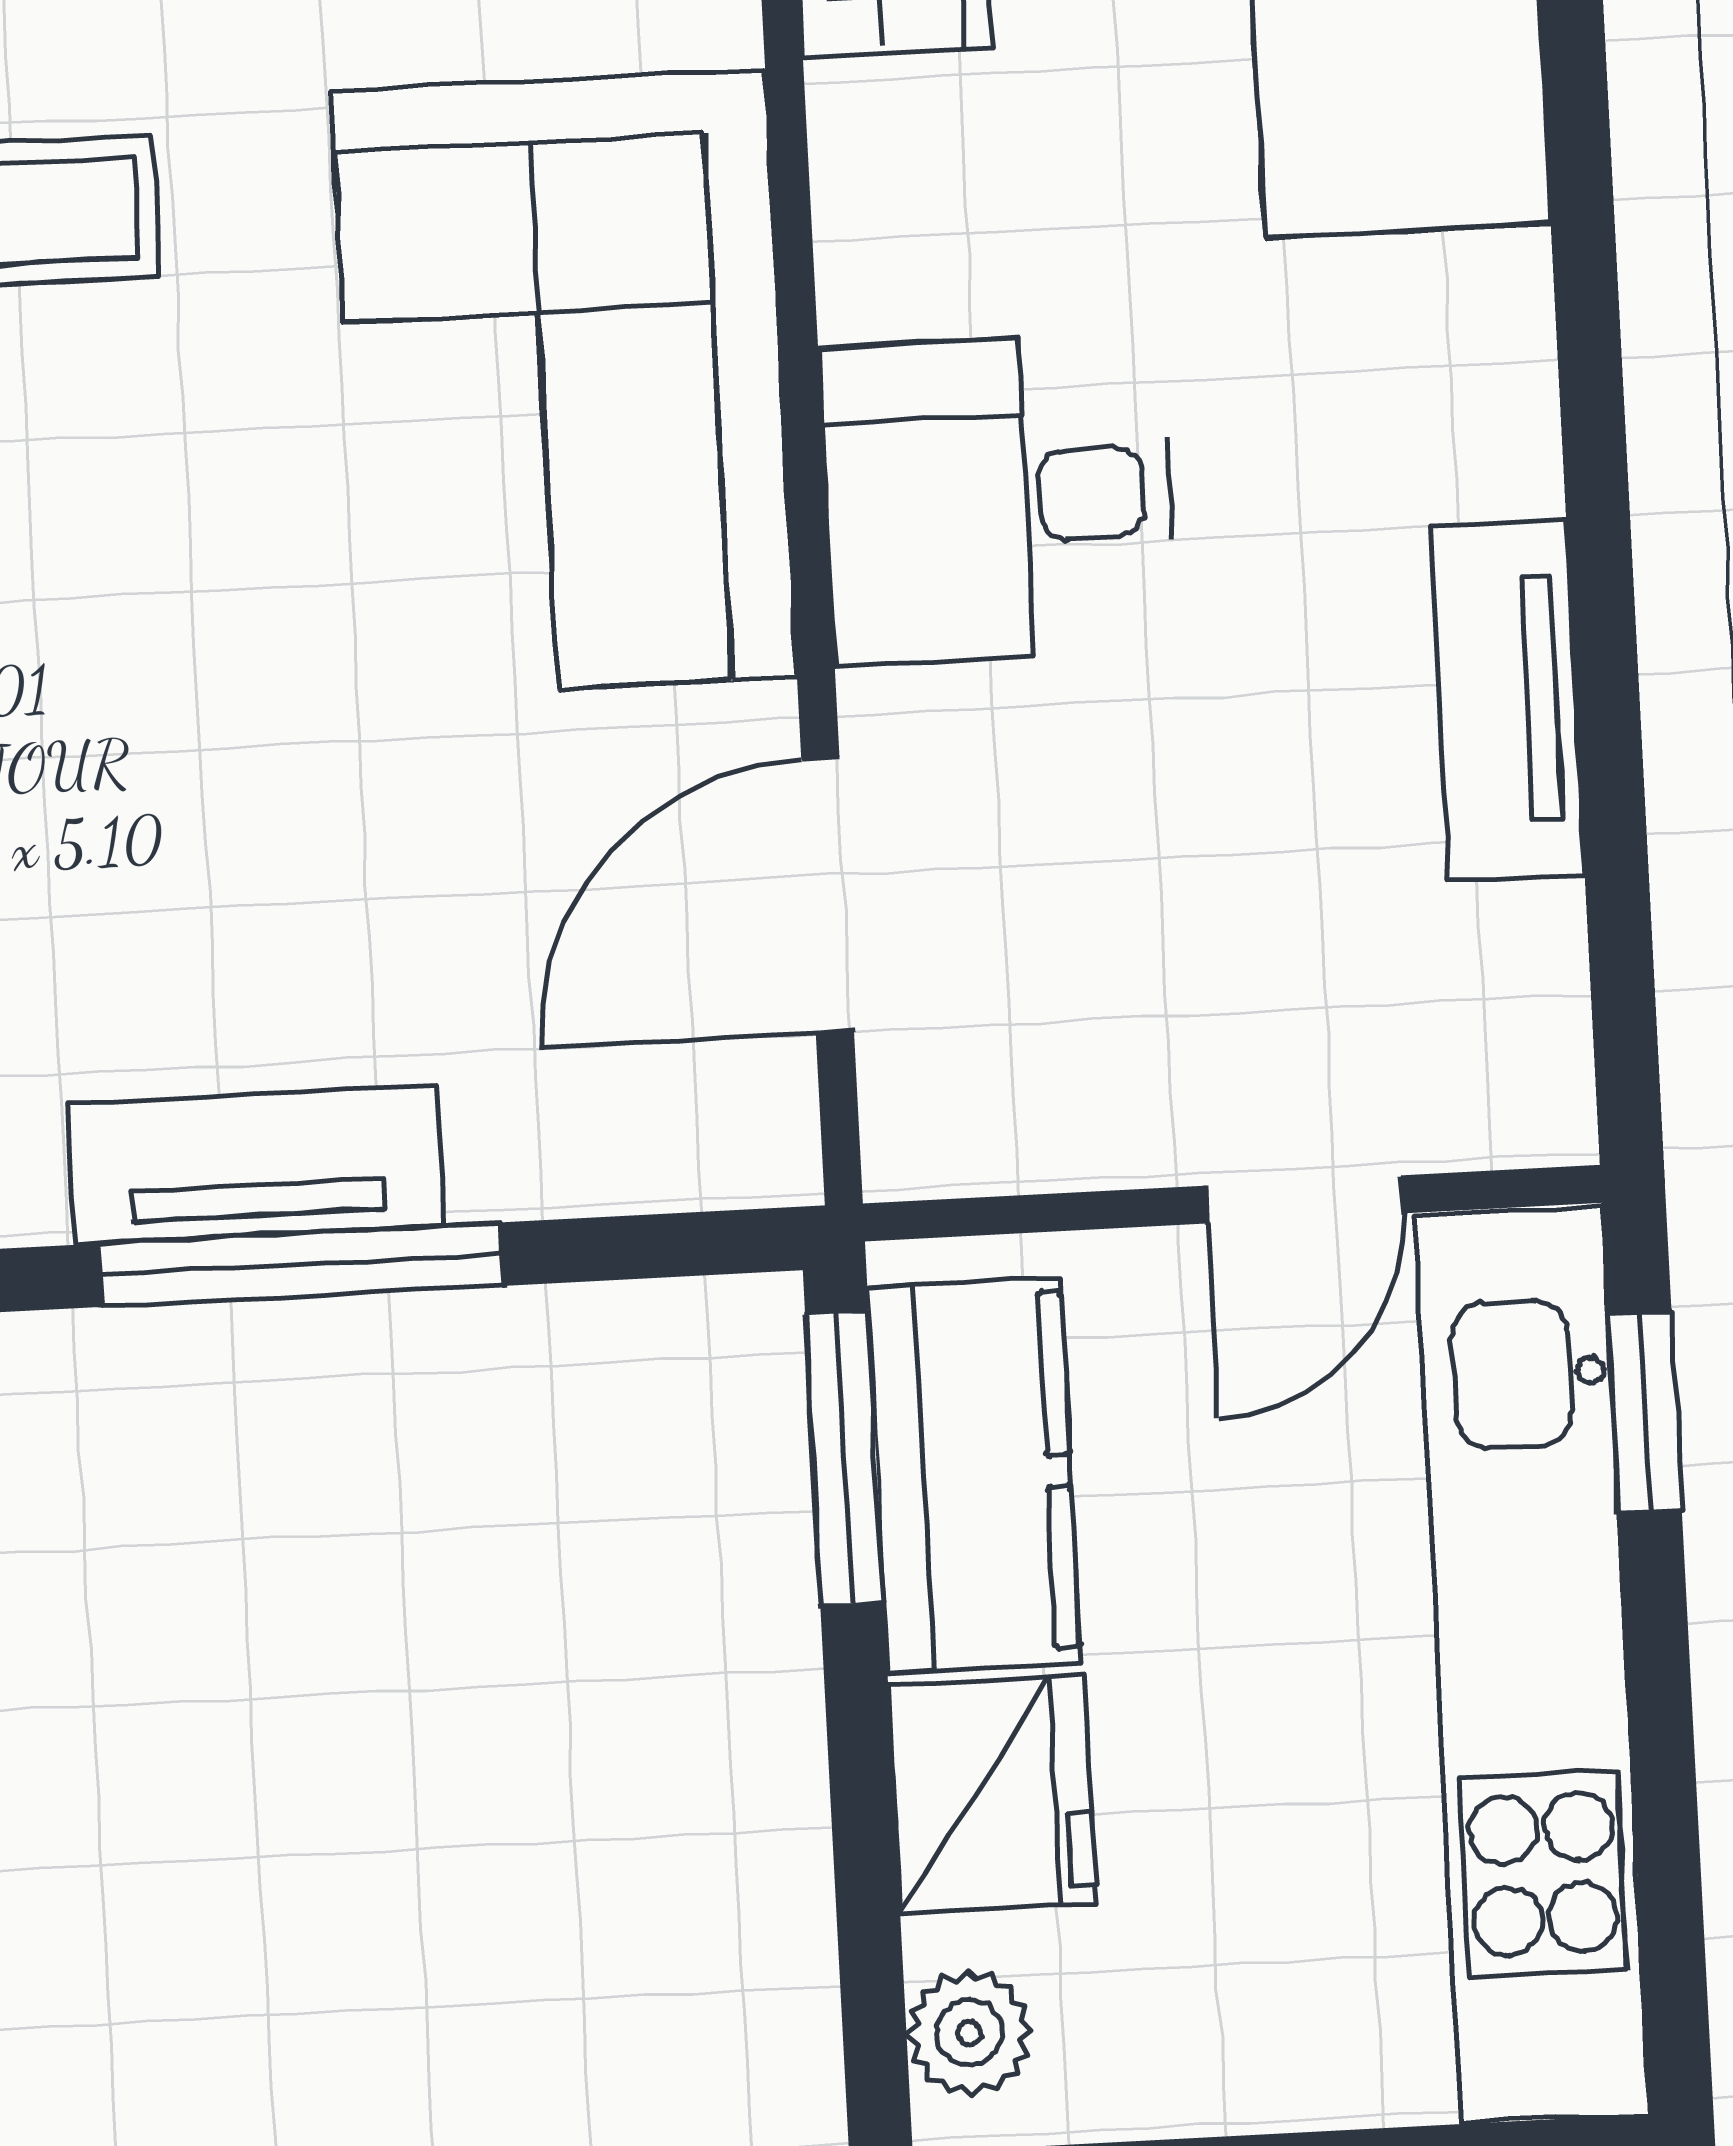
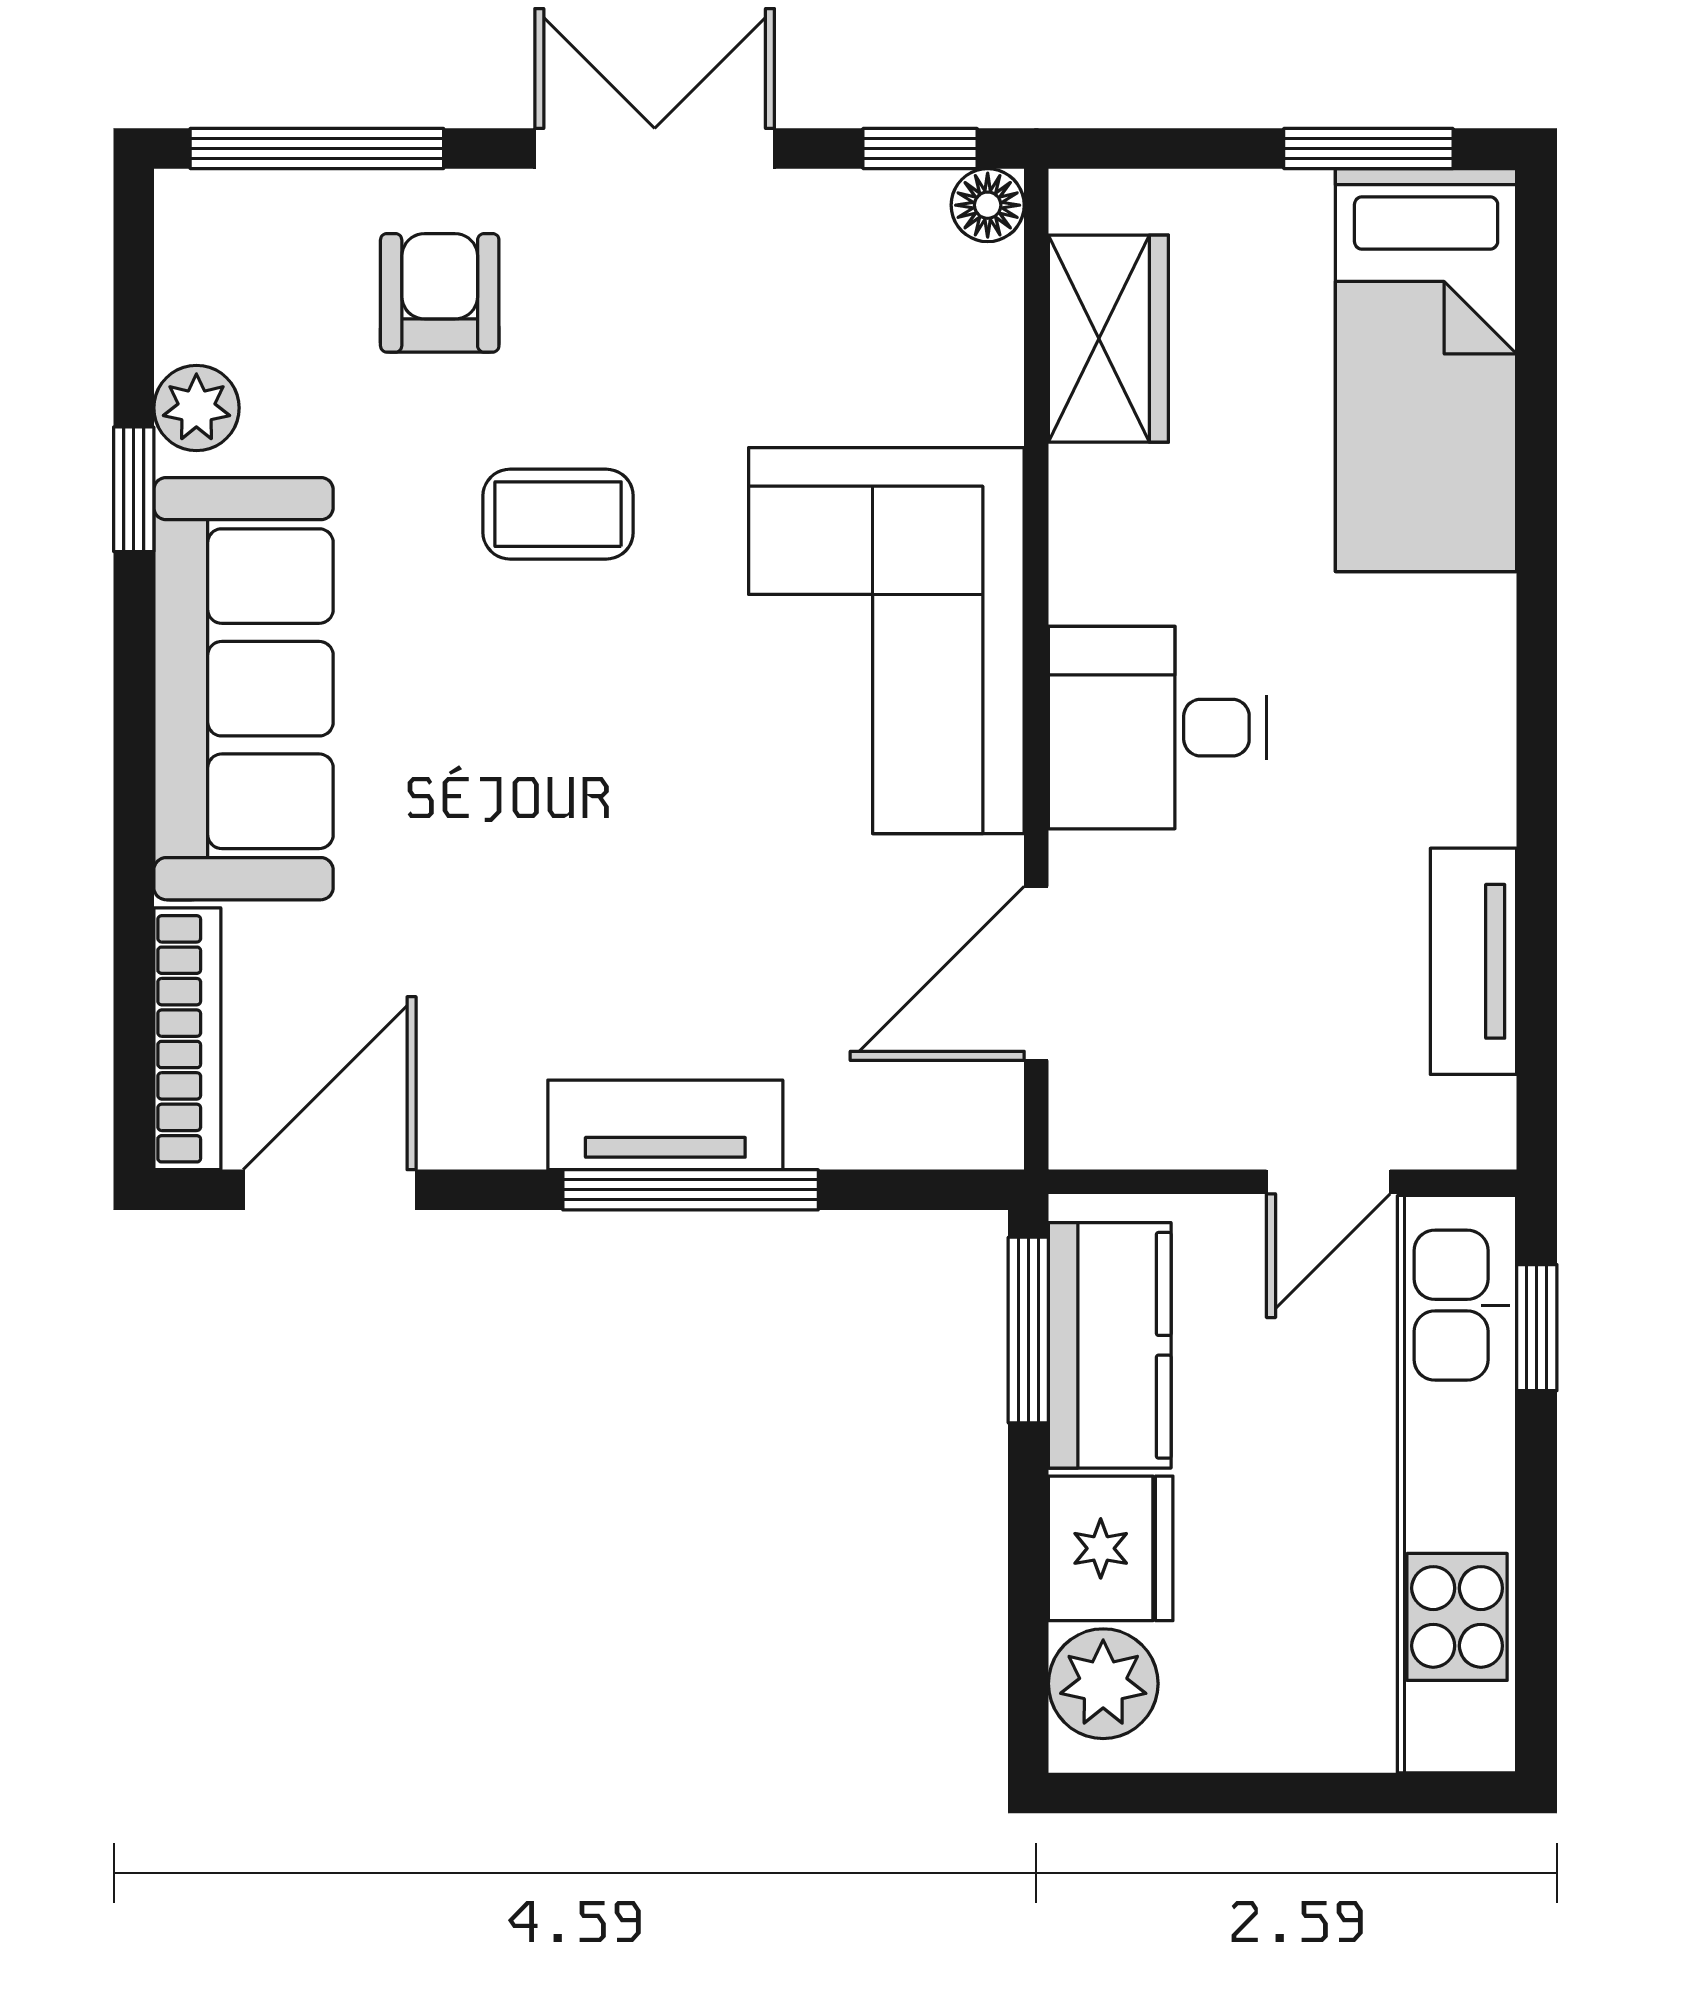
tv unit: (1508, 700) -> (1474, 961), moved
plant: (969, 2033) -> (1103, 1684), width x1.38, depth x1.38

